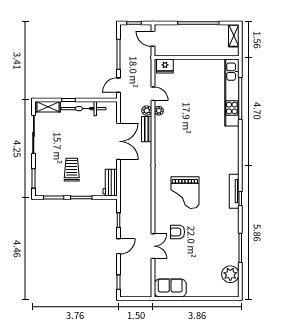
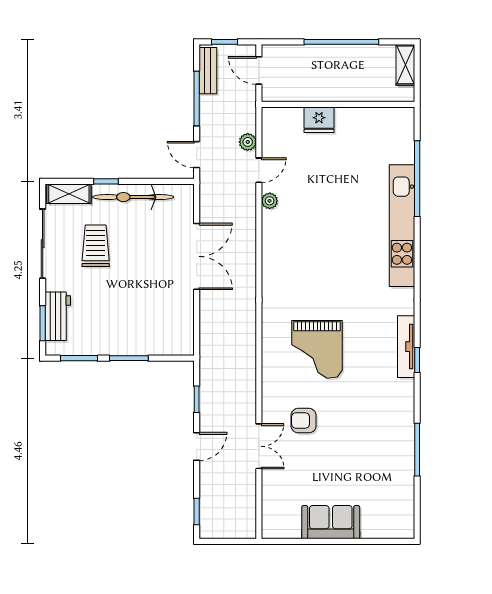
fridge: (165, 66) -> (319, 120), moved
door: (118, 85) -> (197, 155), hinge flipped
kitchen unit: (232, 93) -> (402, 226), moved
door: (153, 94) -> (259, 170), hinge flipped
plant: (147, 111) -> (248, 142), moved
bench: (147, 129) -> (208, 71), moved
trolley: (72, 170) -> (96, 246), moved
workbench: (110, 183) -> (58, 316), moved, turned 180
plant: (230, 274) -> (399, 497), removed
sofa: (170, 288) -> (331, 522), moved

